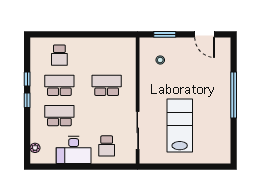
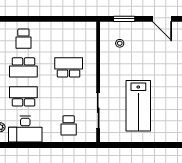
school desk: (59, 85) -> (23, 67), turned 180
lab bench: (180, 125) -> (138, 106), turned 180
desk: (74, 150) -> (25, 129), moved

